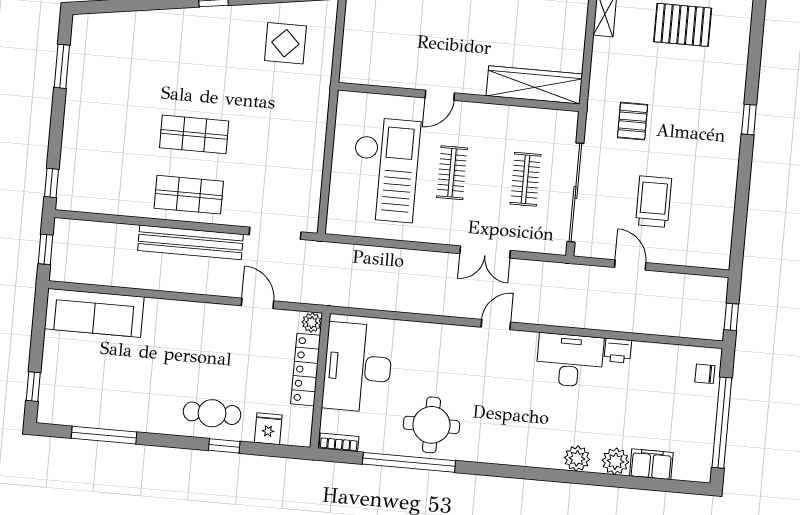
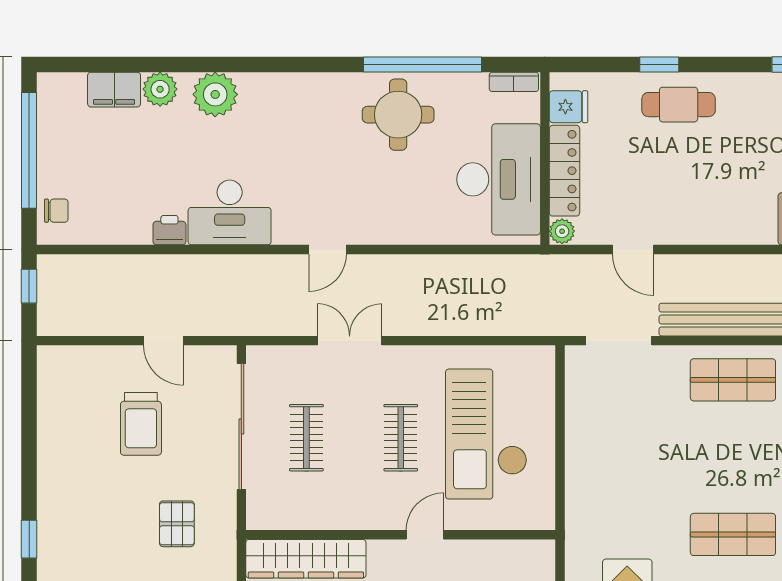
shop shelf: (194, 134) -> (733, 534), moved
fridge: (268, 429) -> (569, 107), moved, turned -90
plant: (577, 458) -> (215, 94), width x1.36, depth x1.36

